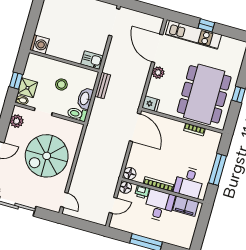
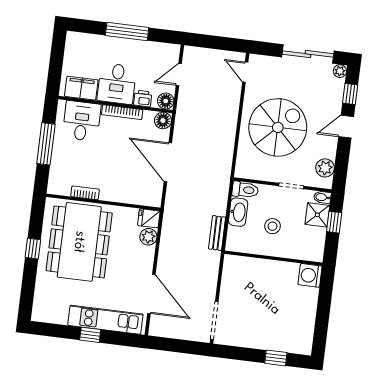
kitchen sink: (92, 60) -> (236, 265), removed
plant: (158, 73) -> (148, 237), moved
door: (135, 127) -> (168, 162), moved

